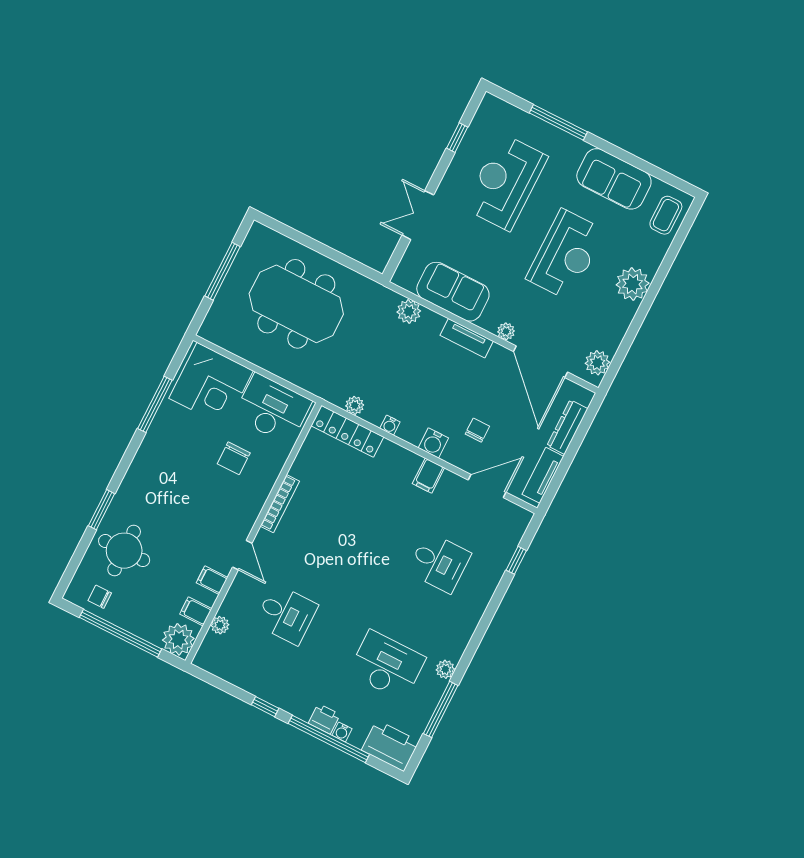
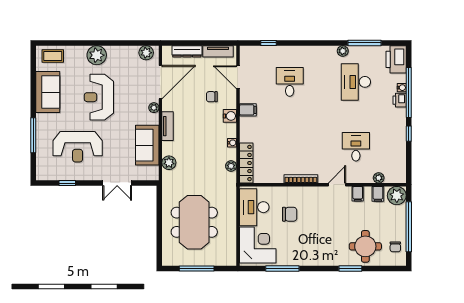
reception desk: (566, 254) -> (99, 97), turned -90

